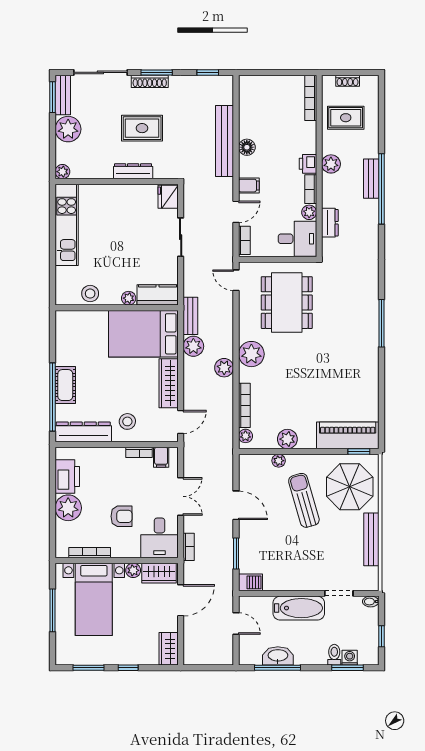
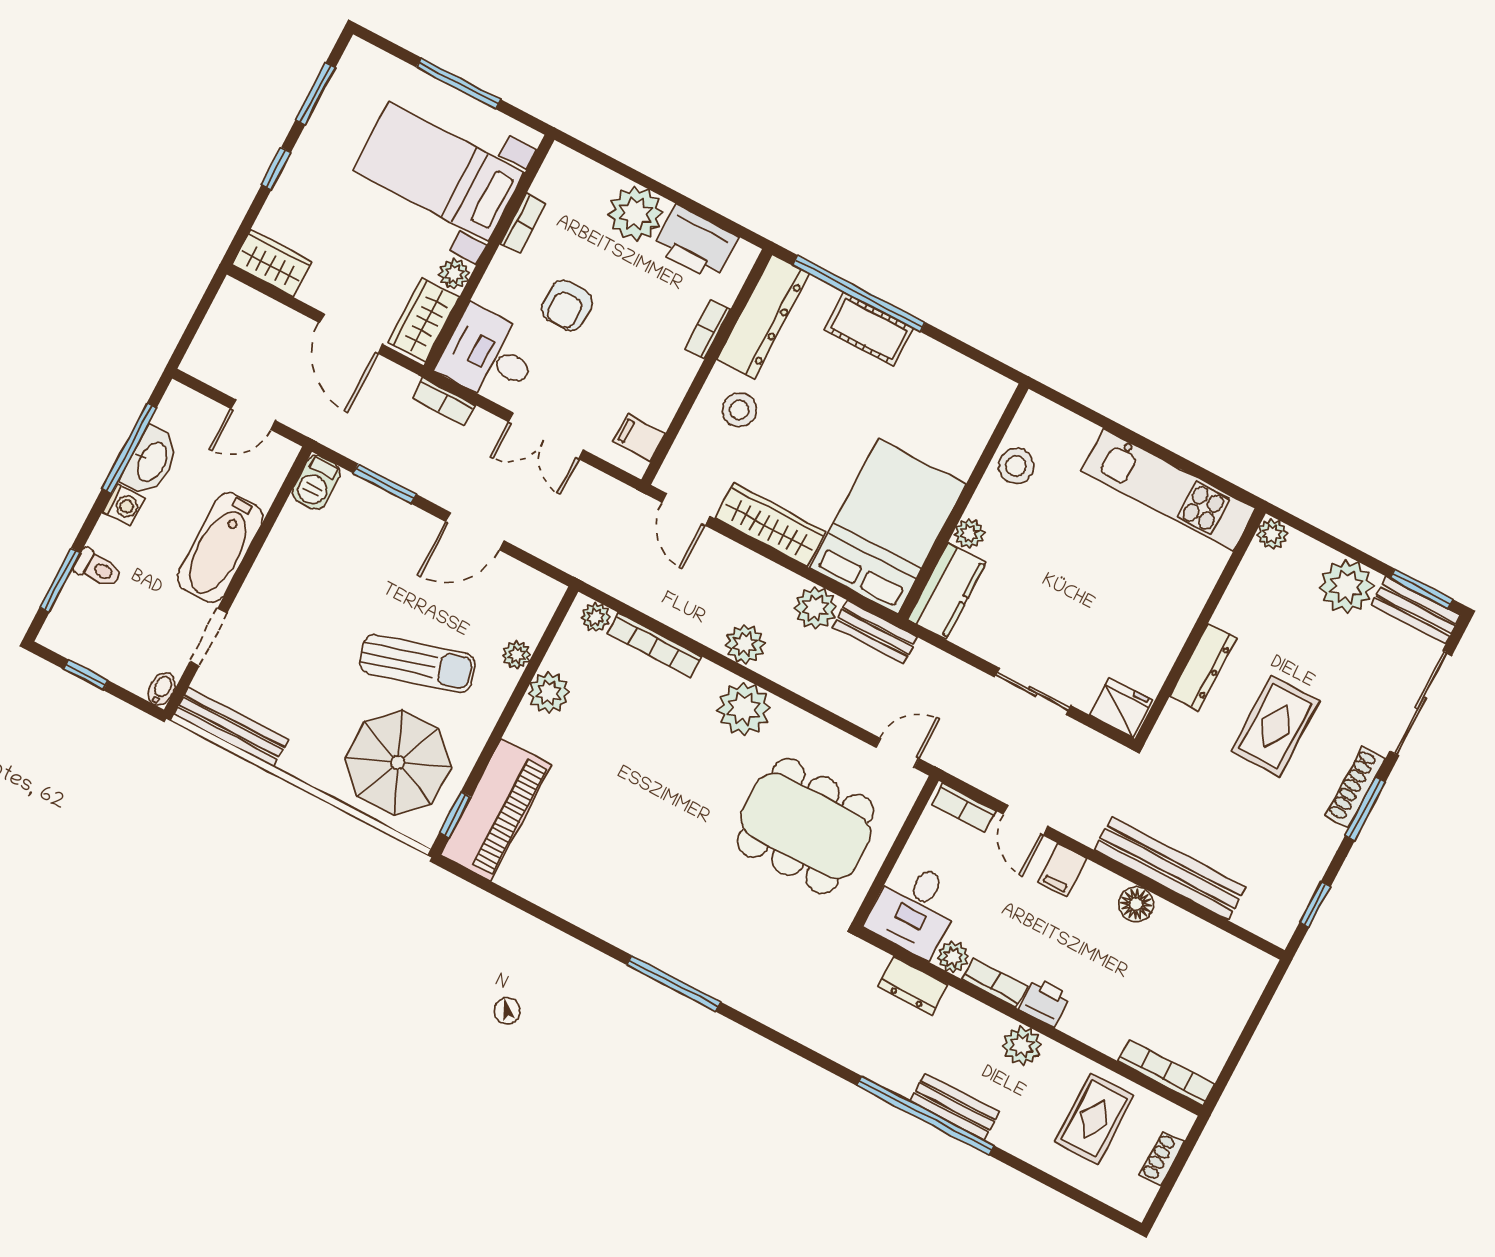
bookcase: (139, 452) -> (708, 329), moved
bench: (371, 539) -> (231, 727), moved
bookcase: (90, 553) -> (523, 224), width x0.64
washing machine: (350, 658) -> (124, 505), moved

